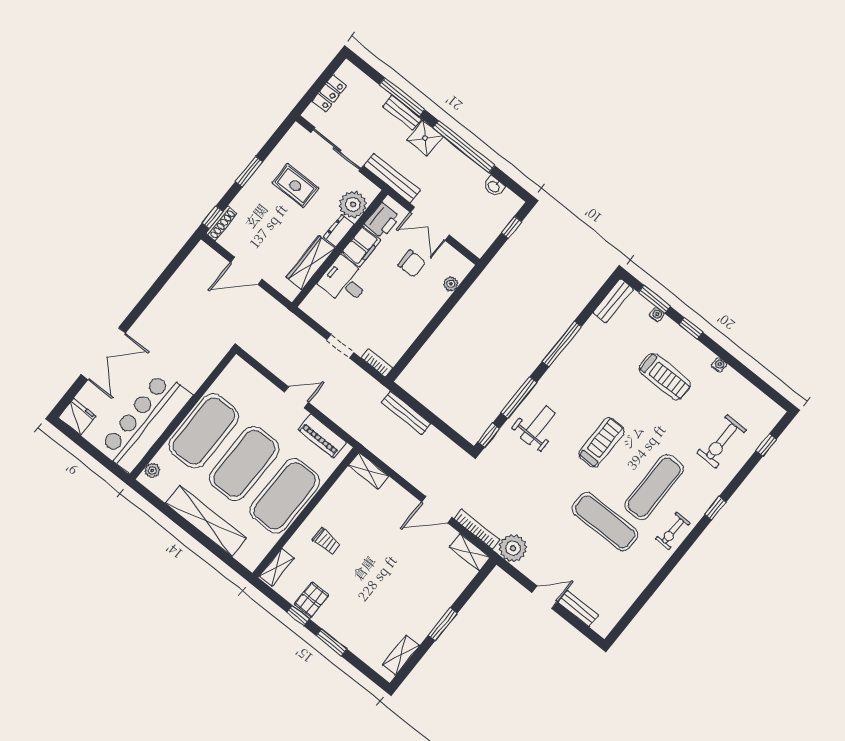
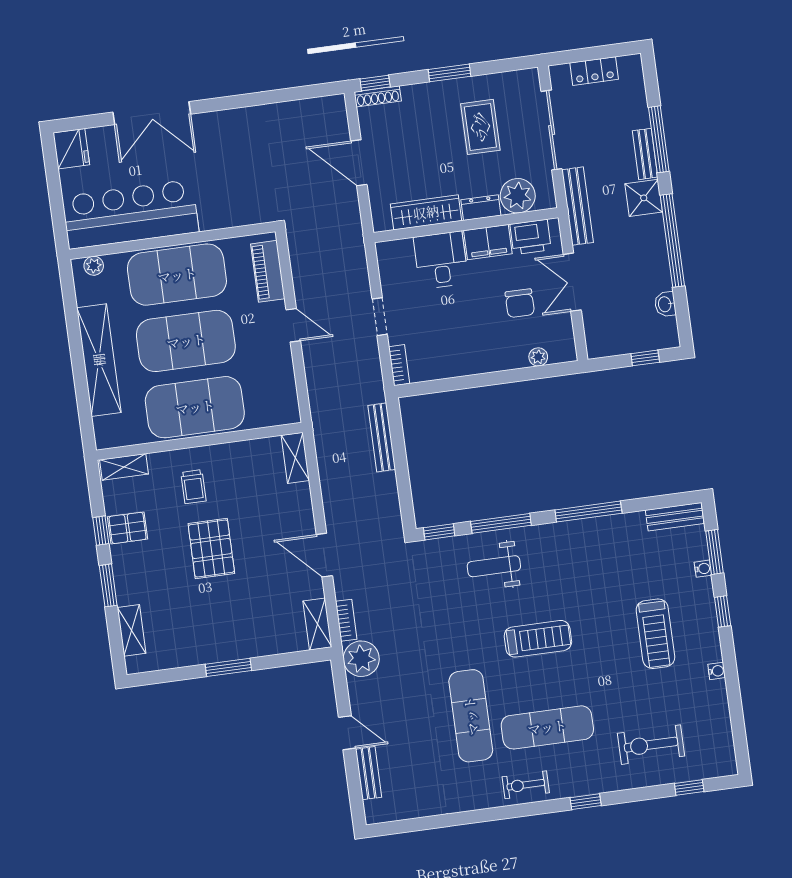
weight bench: (538, 425) -> (494, 566), turned 180
piano: (322, 436) -> (268, 271), moved
bookcase: (477, 529) -> (346, 620), width x0.64
pallet: (370, 566) -> (211, 548), added
shelving: (401, 655) -> (132, 630), moved, turned 90

